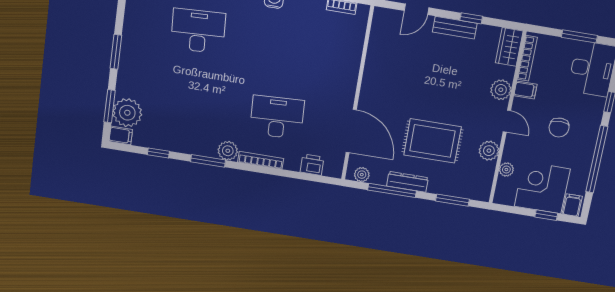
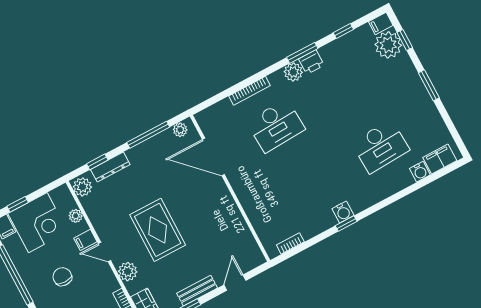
filing cabinet: (525, 90) -> (85, 240), moved
window: (110, 106) -> (405, 40), width x0.67
rug: (432, 141) -> (158, 230), moved, turned 90
plant: (489, 151) -> (82, 187), moved
bookcase: (261, 160) -> (250, 91), moved
printer: (312, 165) -> (311, 62), moved
dresser: (407, 182) -> (110, 167), moved
window: (452, 200) -> (97, 162), width x0.67

